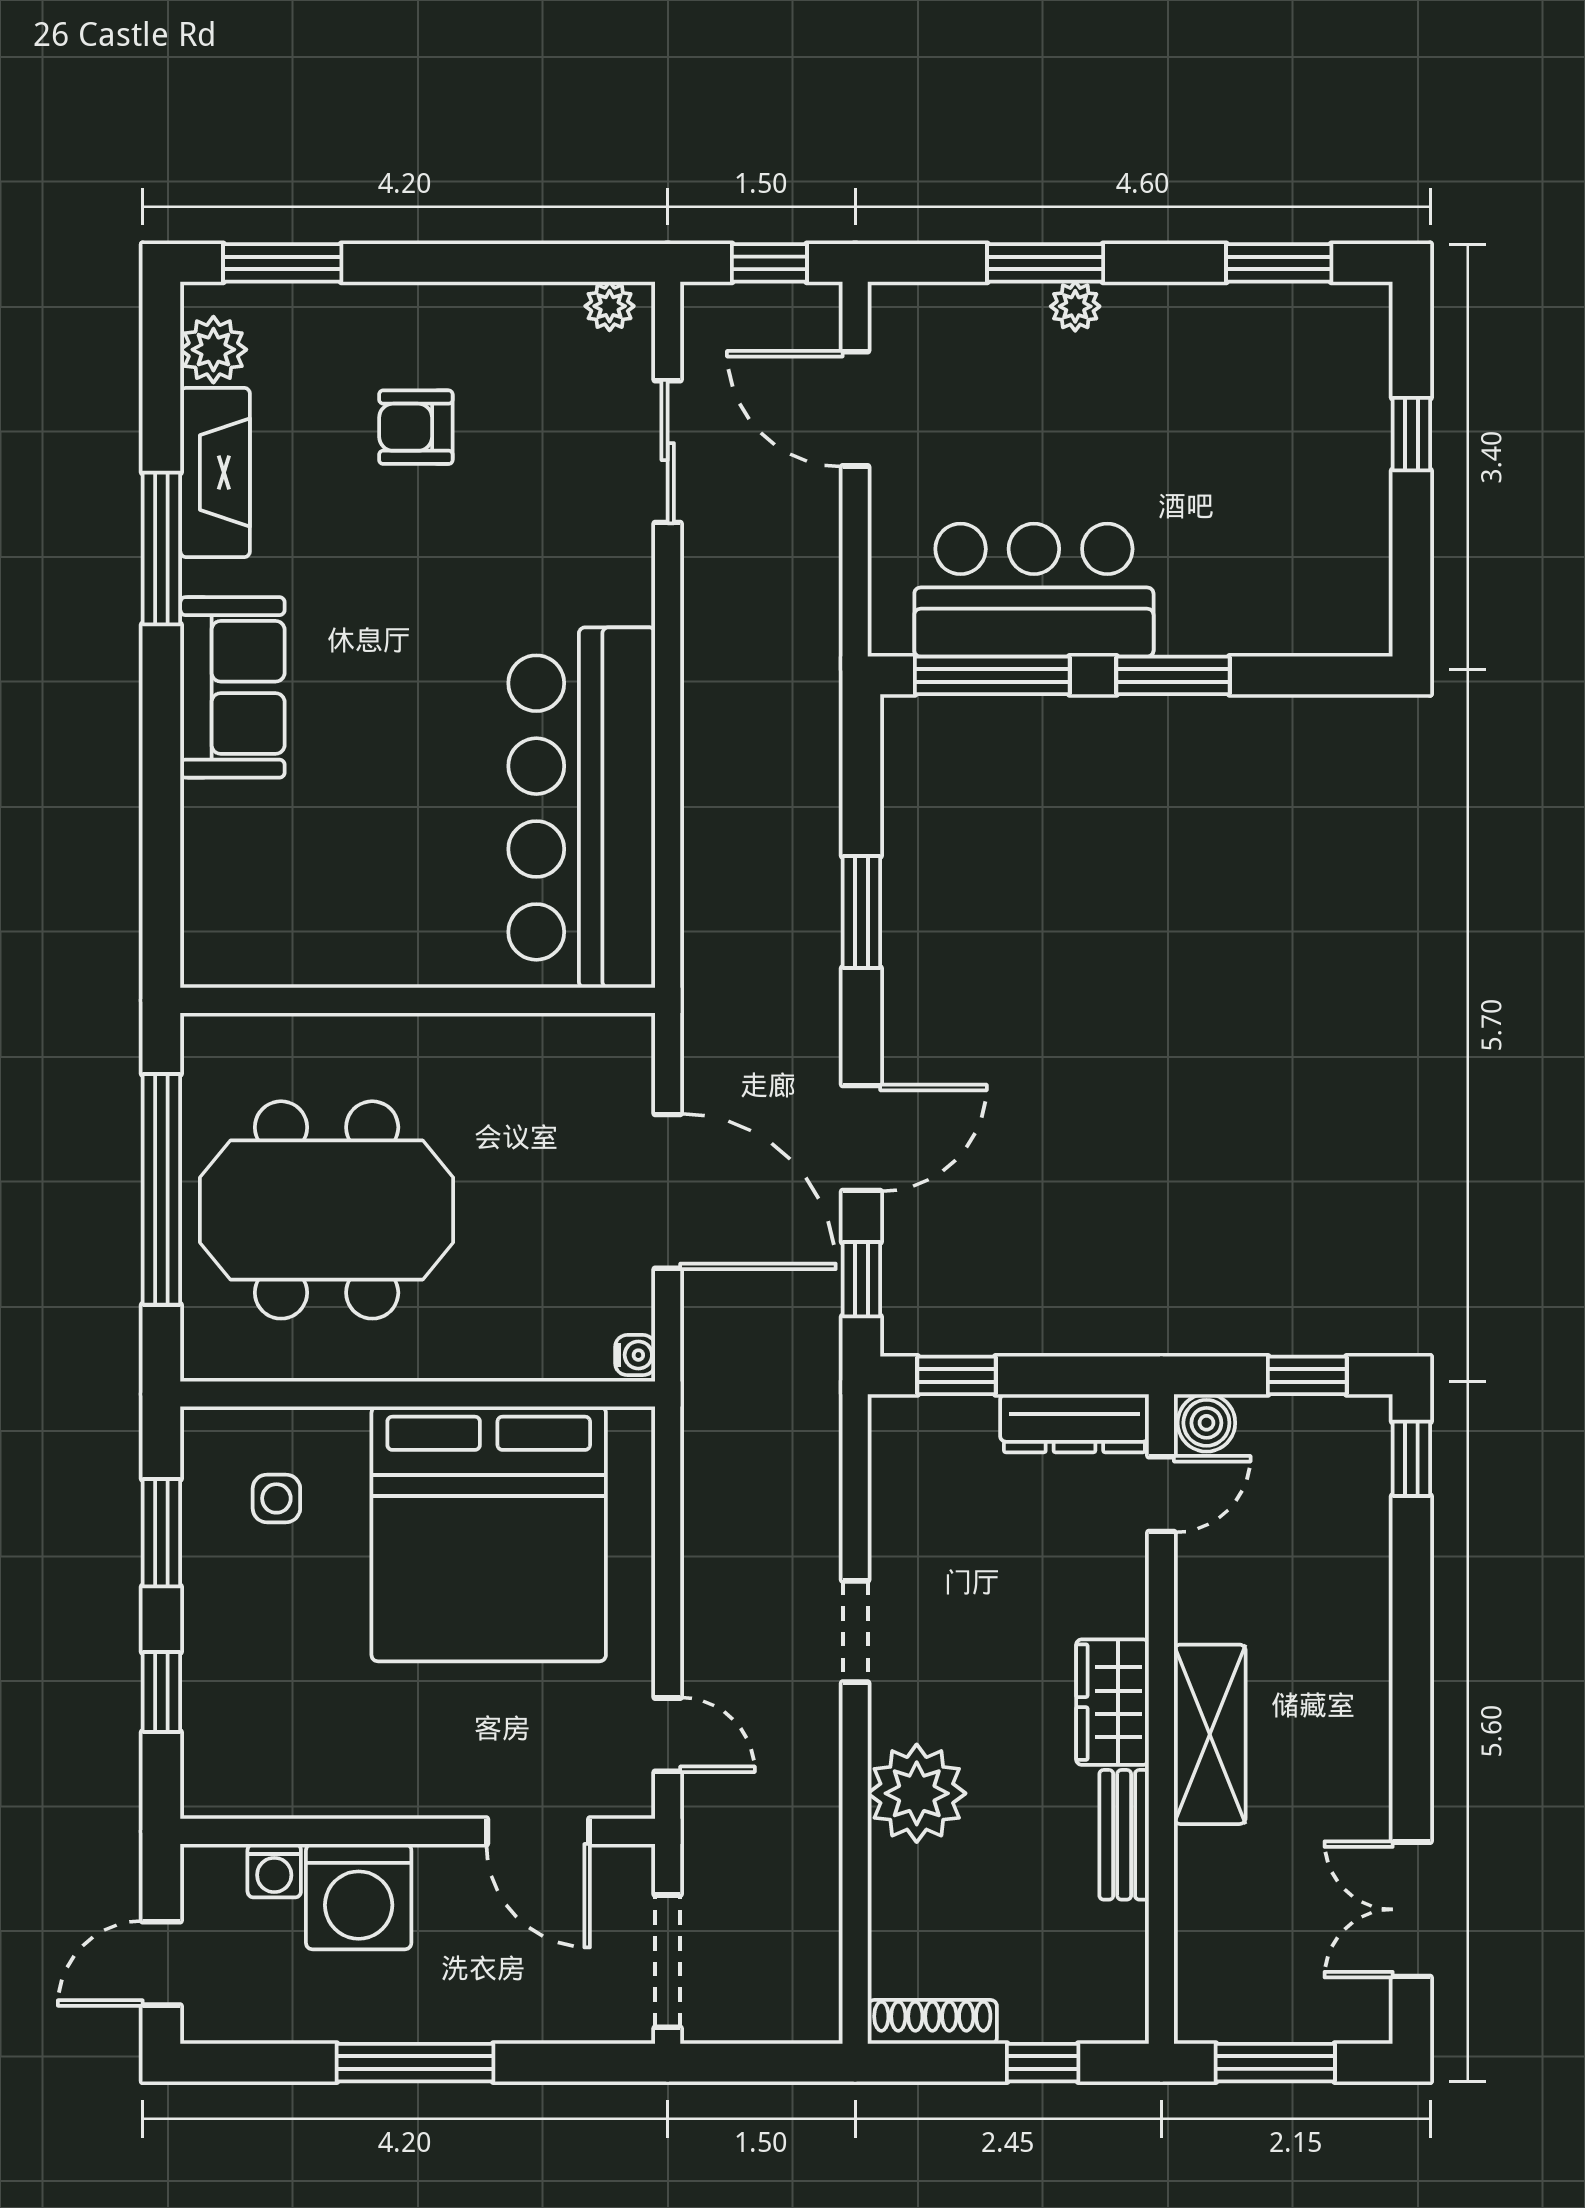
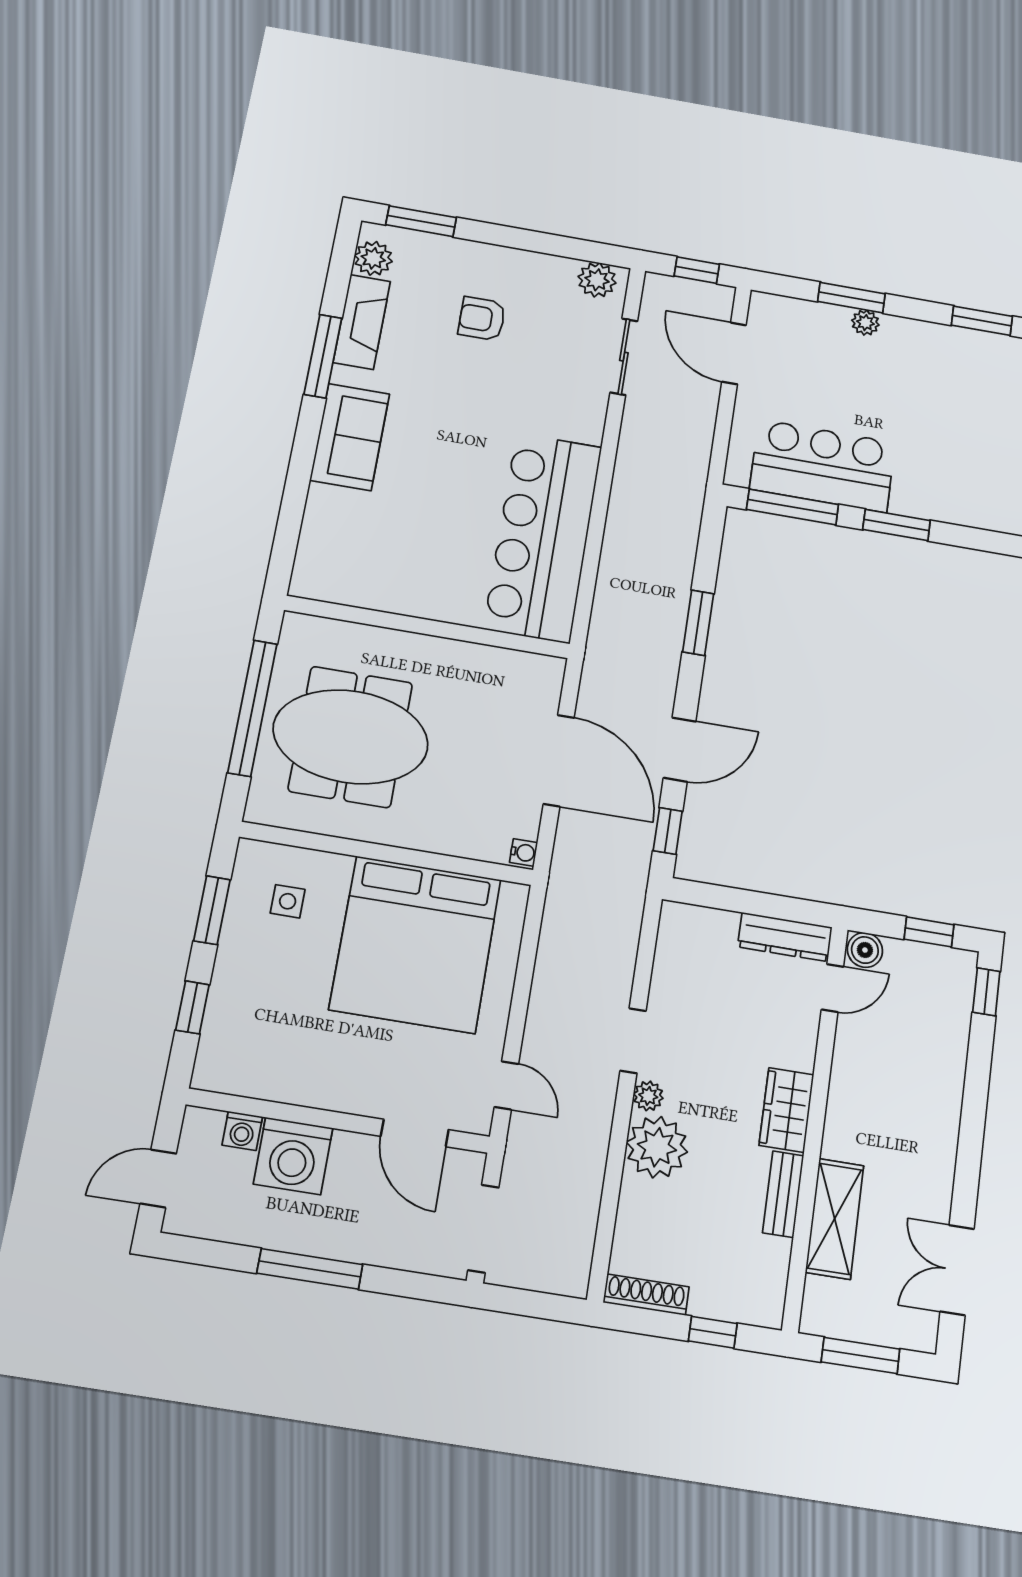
plant: (610, 306) -> (597, 280), width x1.38, depth x1.38
window: (957, 1375) -> (717, 897), removed
plant: (892, 1715) -> (648, 1096), added
shelving: (1210, 1734) -> (835, 1219), moved

